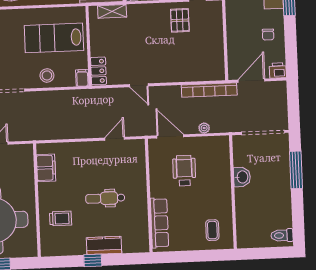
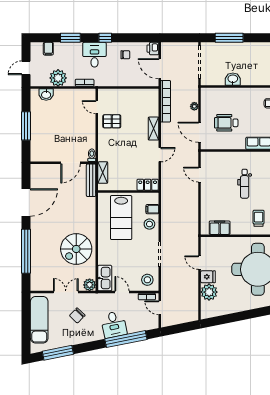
shelving: (173, 76) -> (153, 129), added
filing cabinet: (82, 78) -> (152, 209), moved
door: (170, 136) -> (200, 132), hinge flipped

